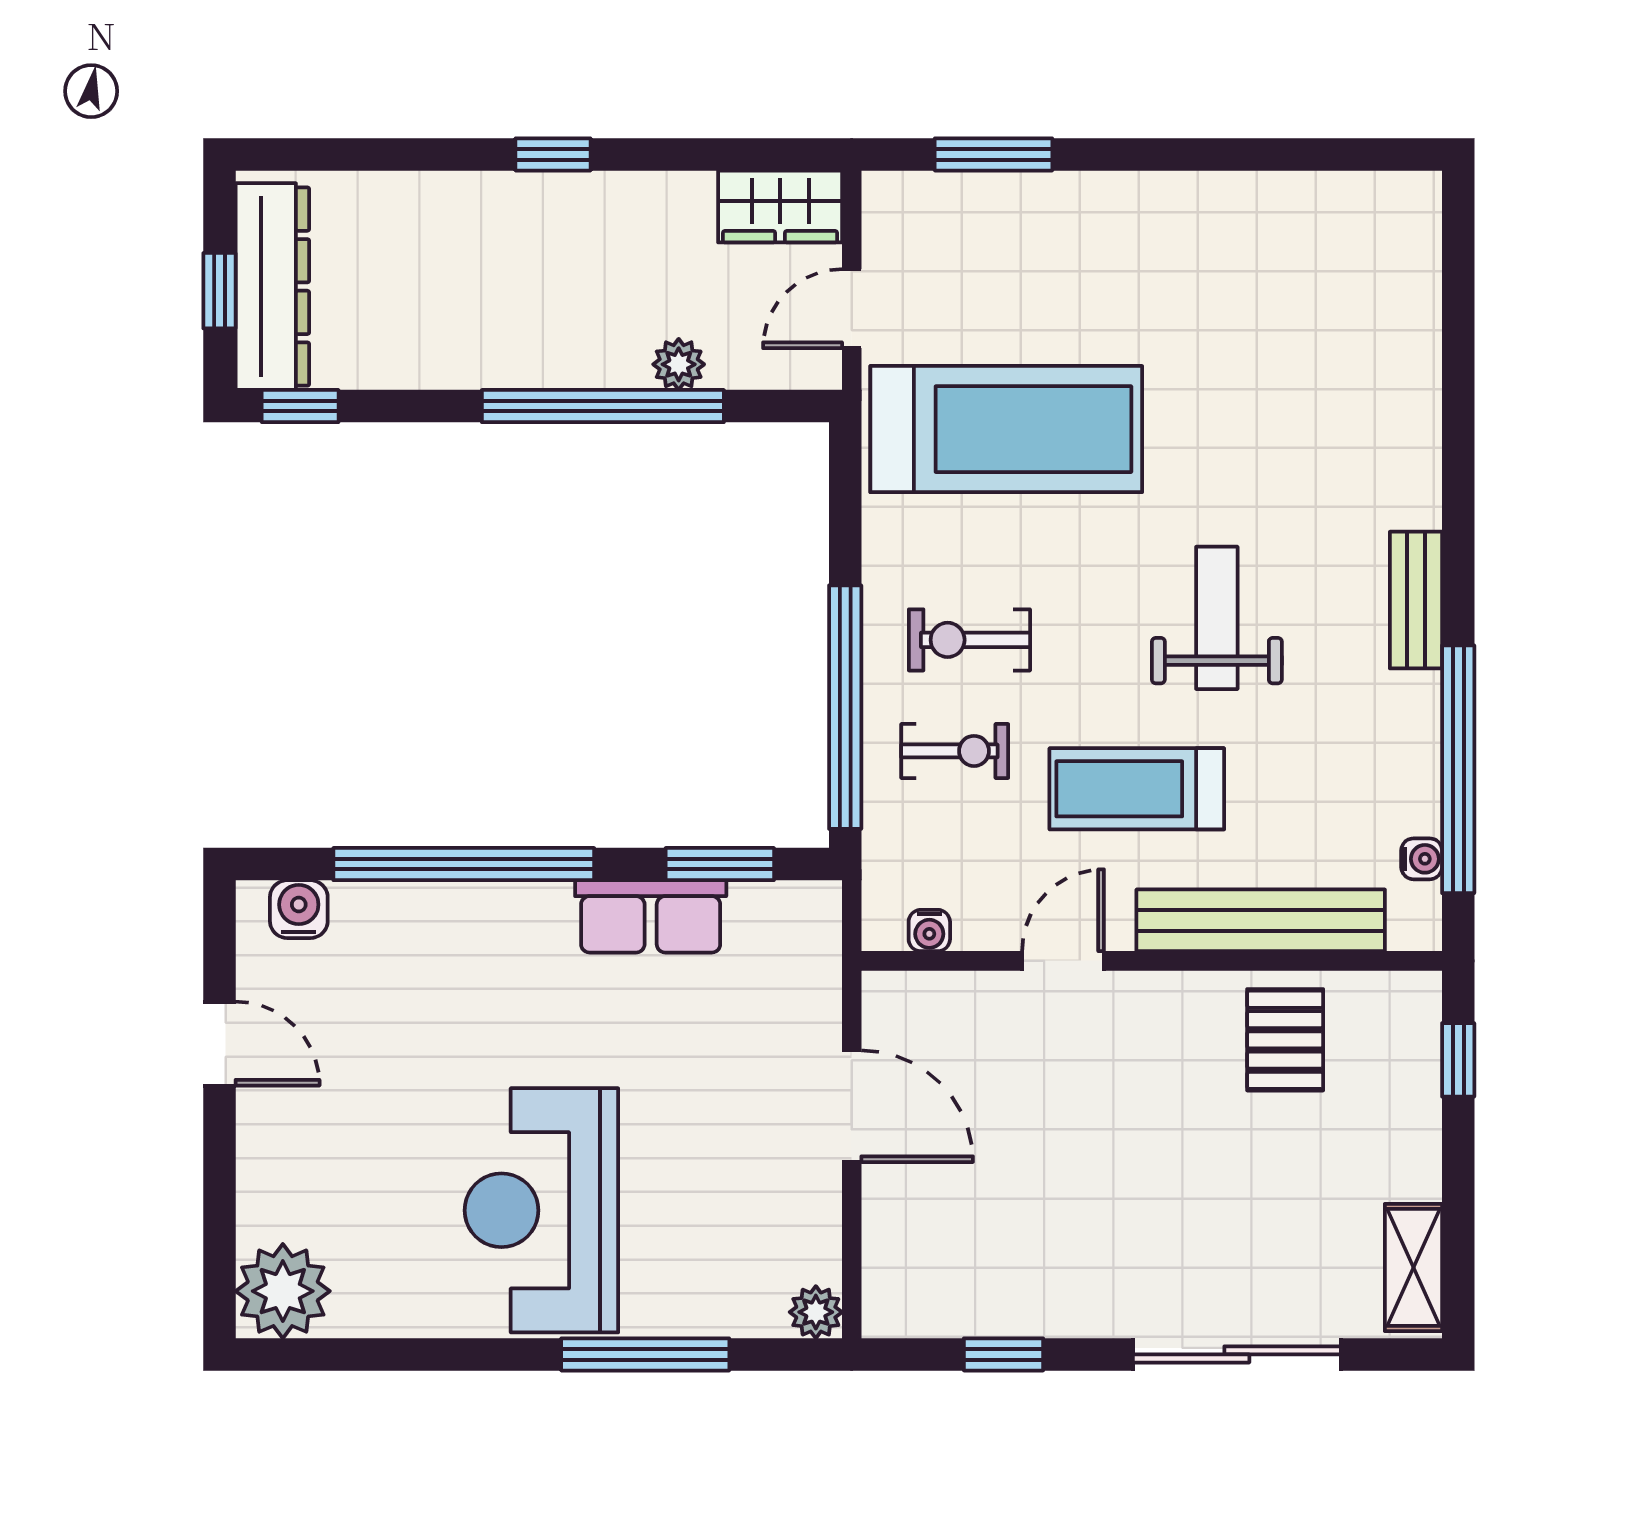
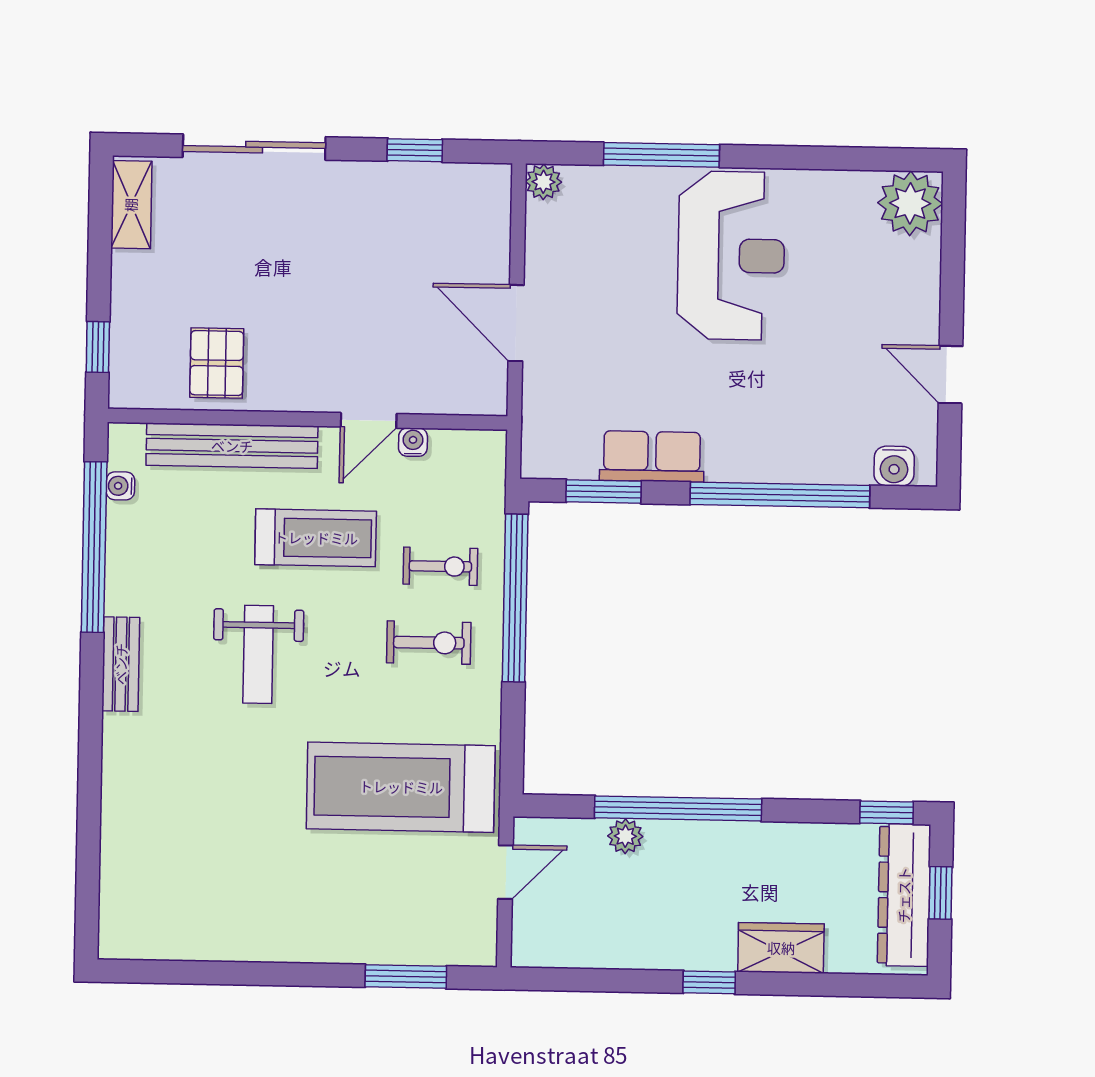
wardrobe: (780, 206) -> (781, 948), moved
exercise bike: (955, 751) -> (440, 566), turned 180
water cooler: (929, 930) -> (413, 442), moved

